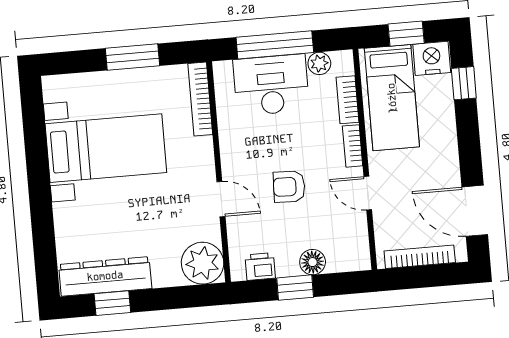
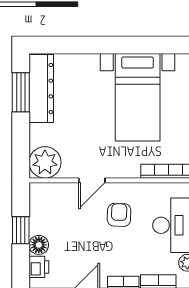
armchair: (289, 187) -> (119, 215), moved
printer: (260, 266) -> (39, 267), moved
window: (112, 303) -> (21, 92), width x1.50

